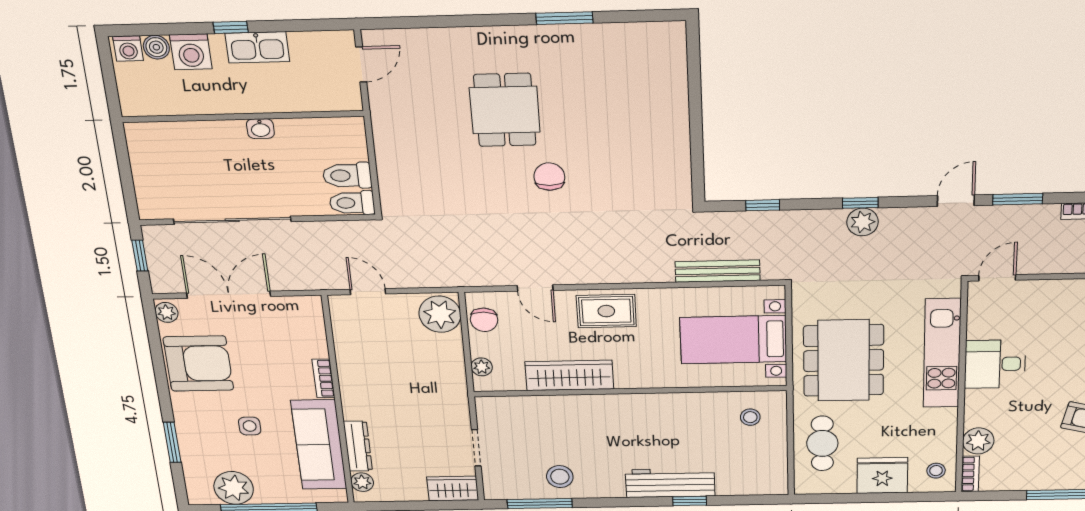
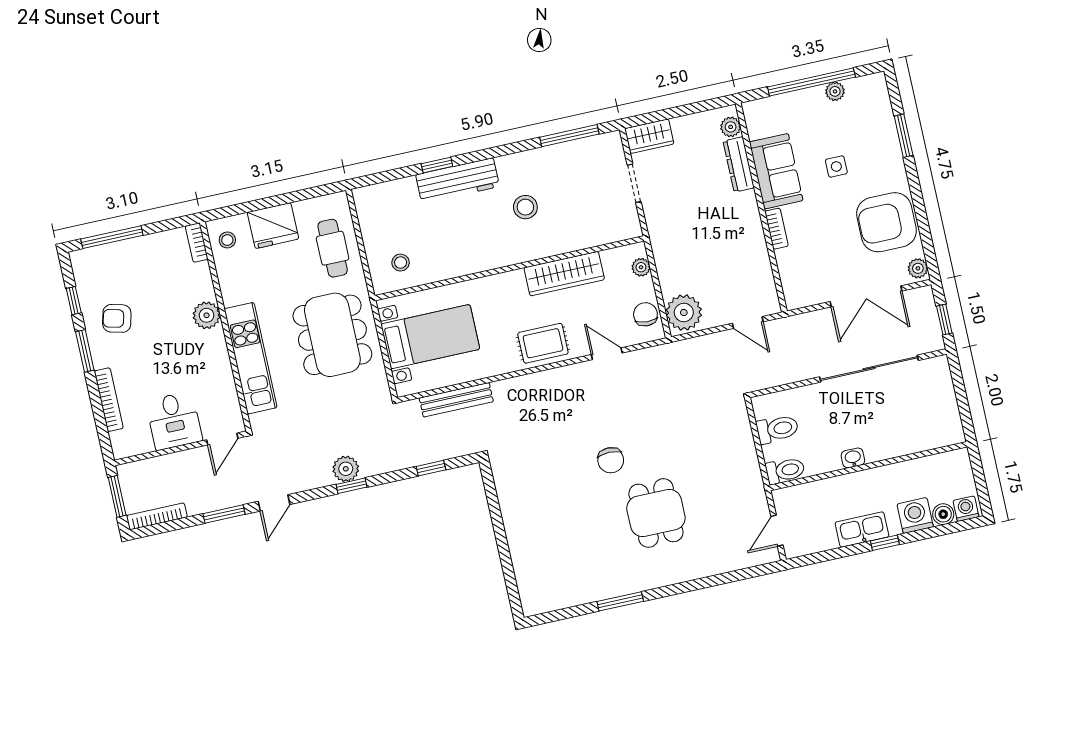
toilet: (352, 203) -> (785, 470), moved
desk: (995, 364) -> (174, 421), moved, turned 90
plant: (978, 441) -> (207, 315), moved
sofa: (319, 445) -> (776, 171), width x0.73
stool: (560, 477) -> (525, 207), moved
plant: (234, 488) -> (835, 91), width x0.53, depth x0.53

